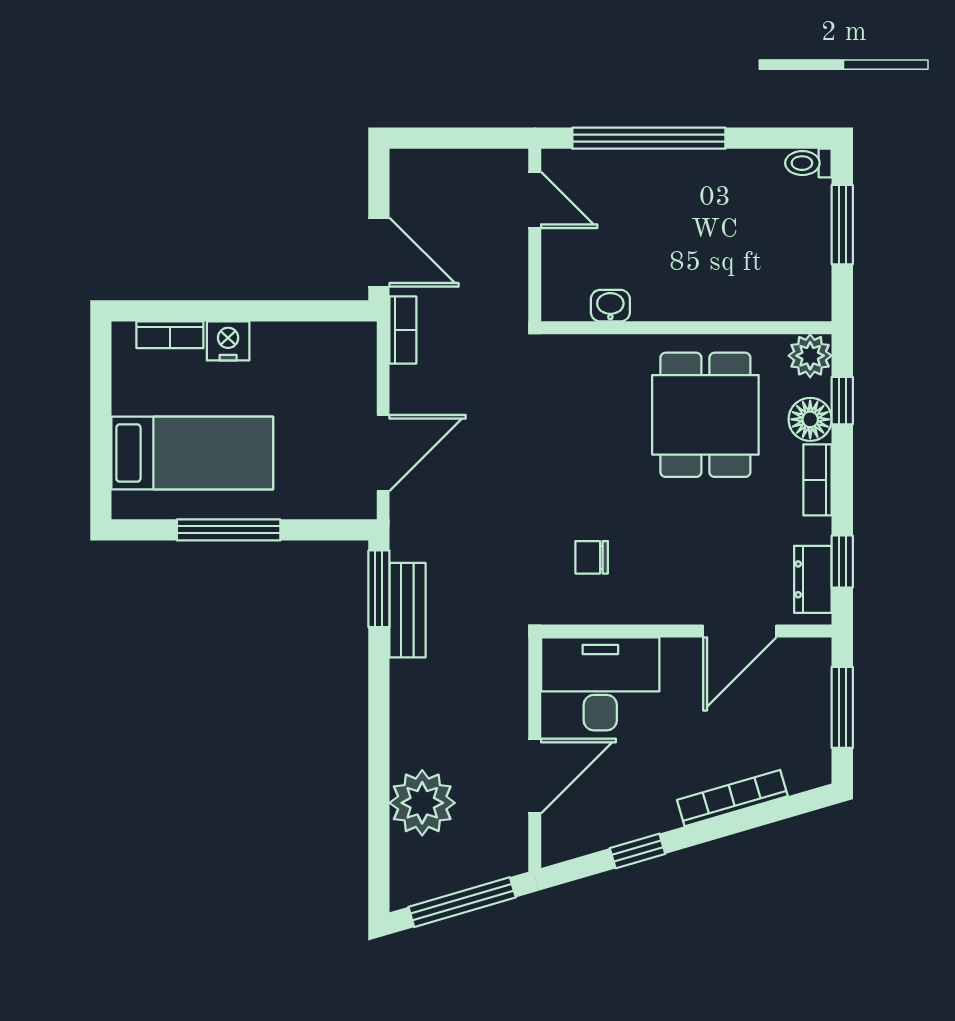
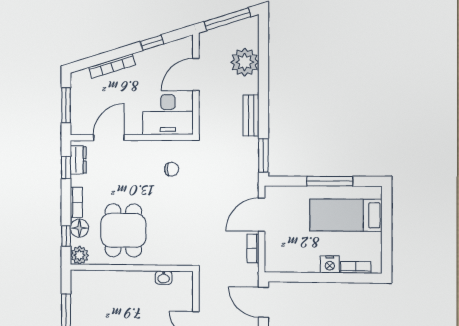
bookcase: (403, 330) -> (253, 249), moved
bench: (408, 610) -> (251, 115), moved

